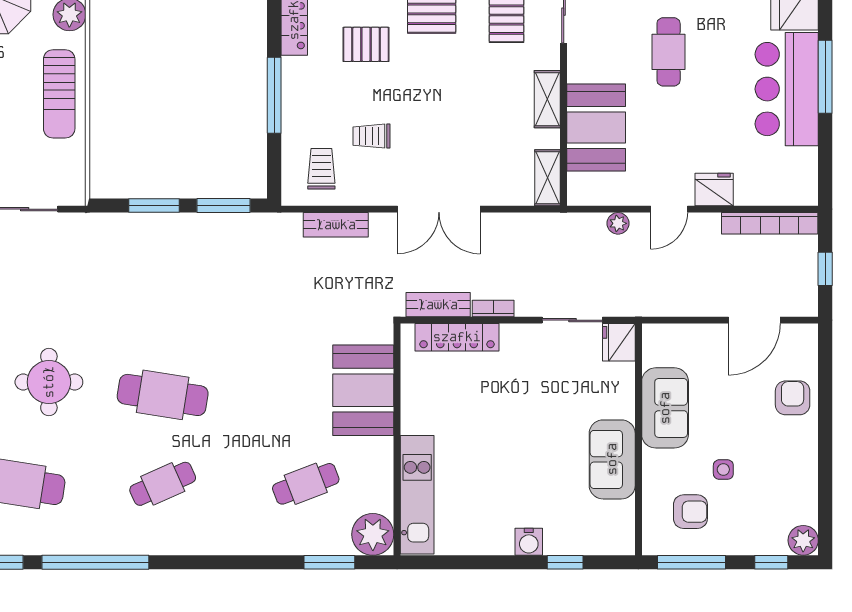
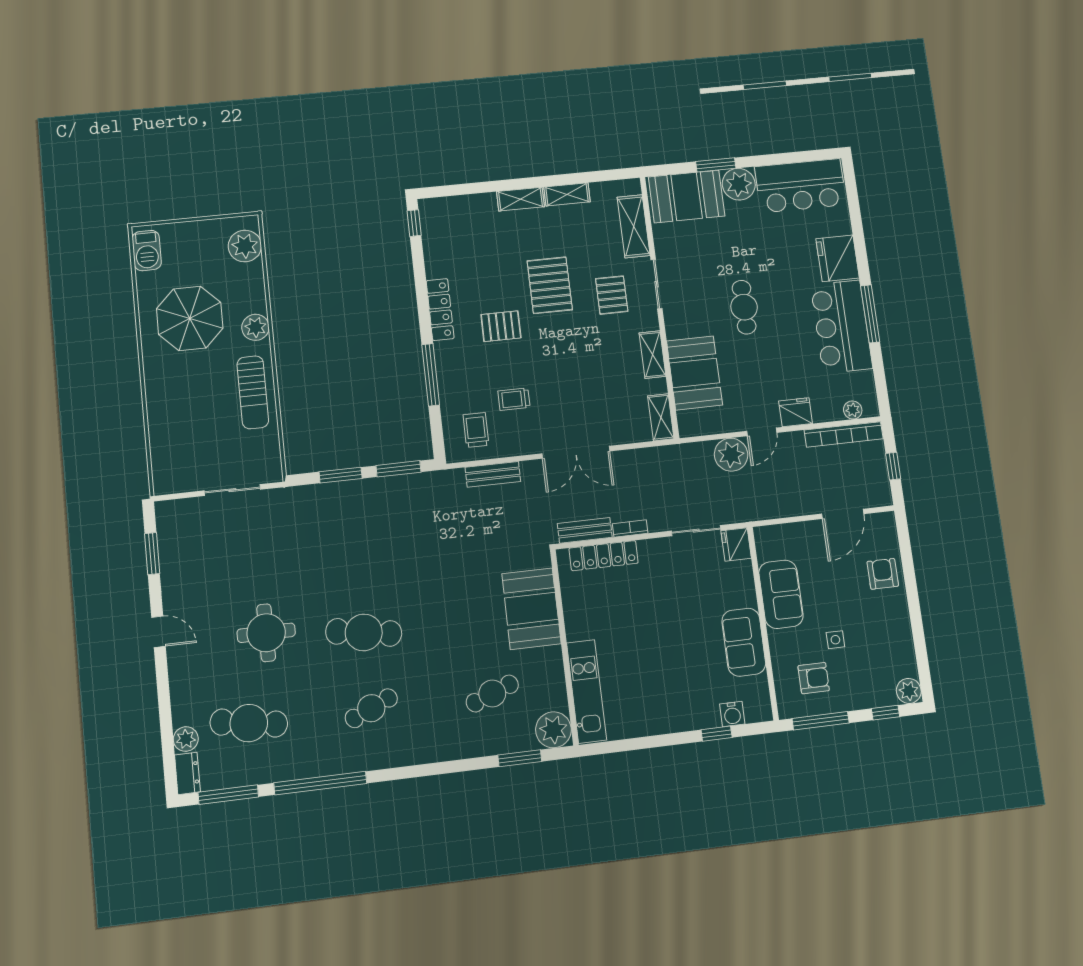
plant: (785, 194) -> (853, 410), added
plant: (618, 223) -> (731, 455), width x1.88, depth x1.88
water cooler: (529, 542) -> (732, 714), moved

